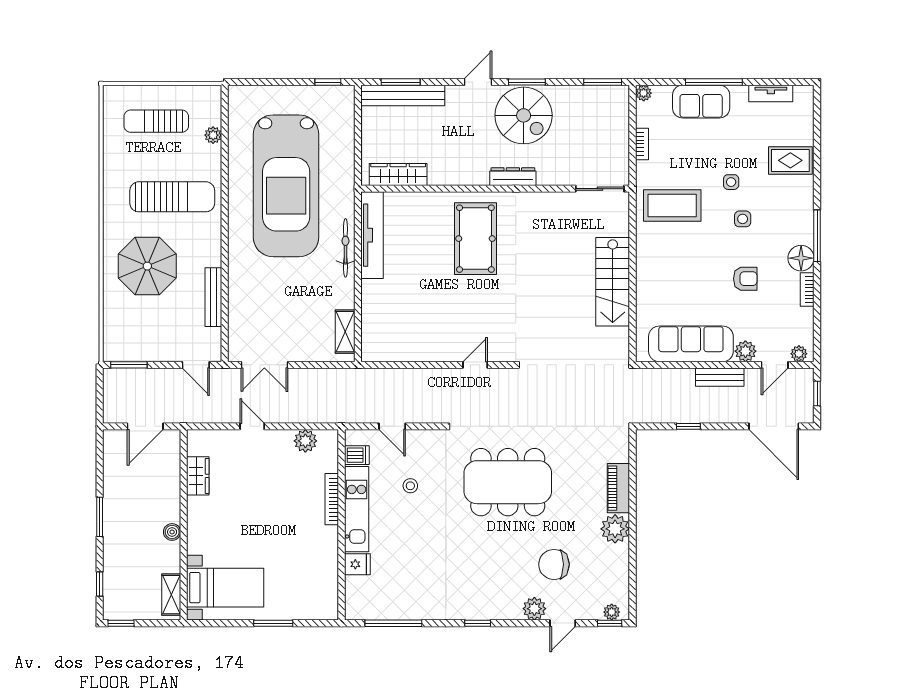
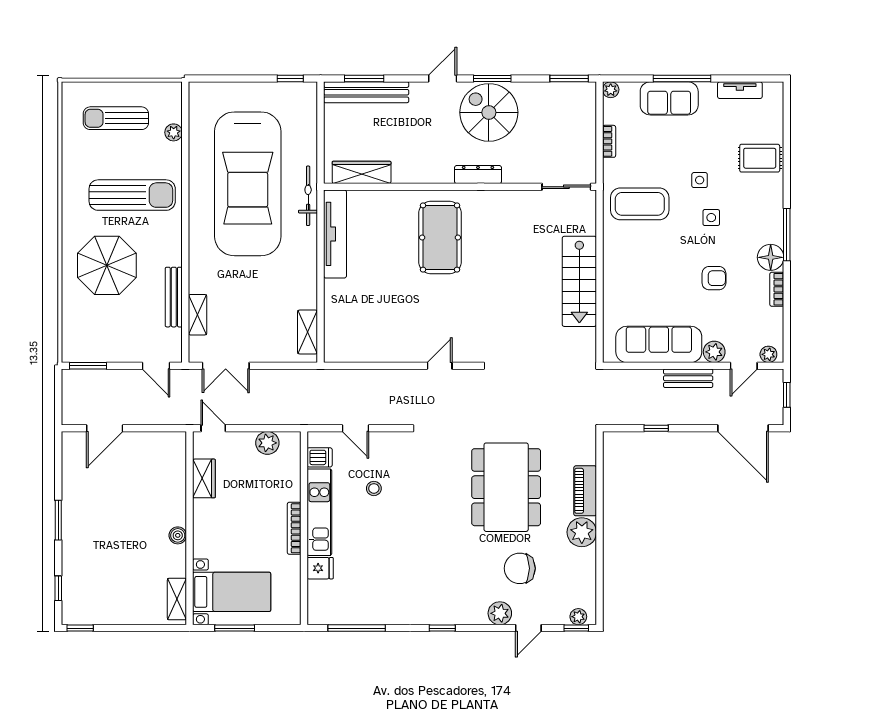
spiral stairs: (524, 115) -> (489, 112), turned 180
bicycle: (345, 248) -> (308, 196), moved
shelving: (237, 315) -> (198, 315), added
wardrobe: (198, 476) -> (204, 478), moved
dining table: (508, 482) -> (506, 487), moved, turned 90
bookcase: (332, 499) -> (294, 528), moved
wall: (184, 525) -> (189, 528), moved
boiler: (172, 532) -> (178, 535), moved
bed with nightstands: (225, 588) -> (232, 592), moved
shelving: (171, 595) -> (177, 599), moved

